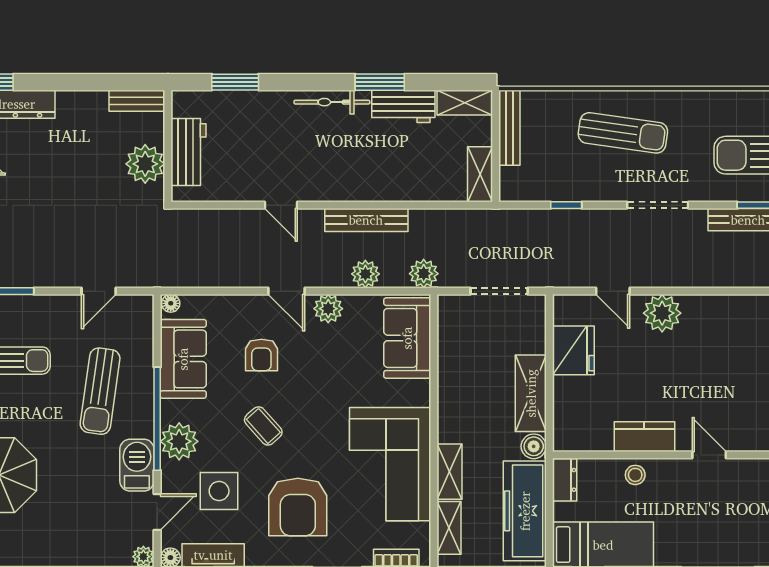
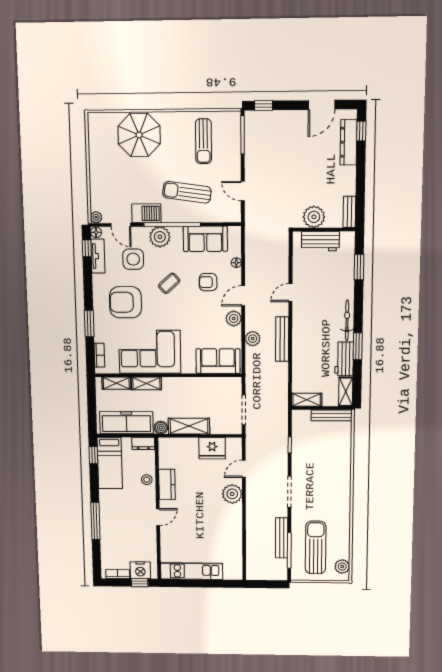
sun lounger: (623, 133) -> (328, 474), removed
plant: (424, 274) -> (253, 370), removed
floor lamp: (171, 303) -> (236, 263), moved

